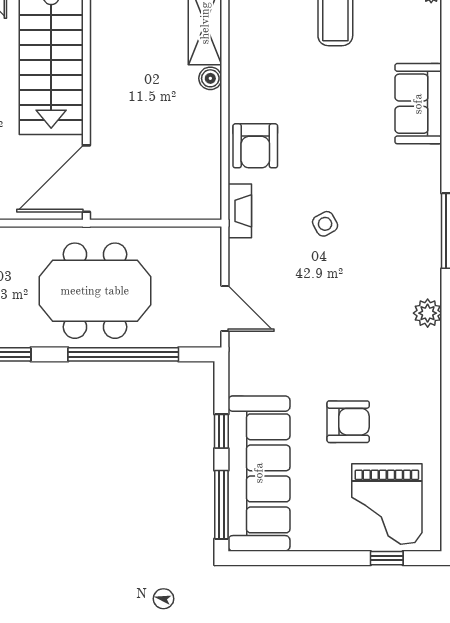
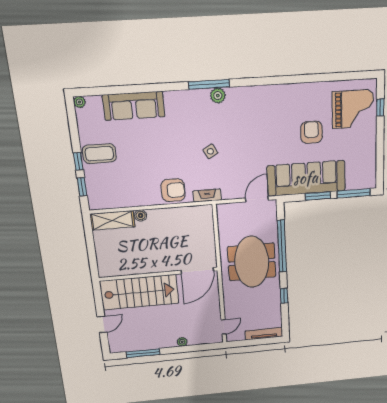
sofa: (418, 104) -> (134, 106), width x1.36
door: (86, 179) -> (197, 271), hinge flipped
plant: (428, 313) -> (218, 96), moved
window: (221, 431) -> (318, 196), width x1.50
sofa: (259, 473) -> (306, 178), moved

